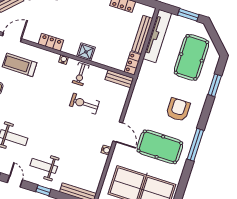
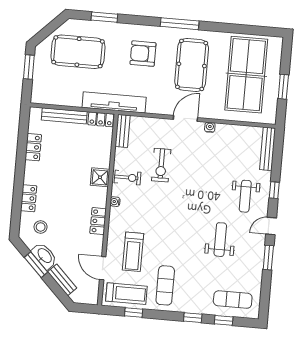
tv unit: (157, 36) -> (114, 102), moved

